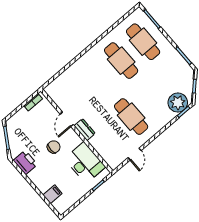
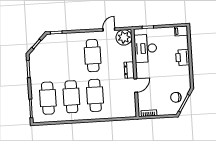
cafe table: (99, 79) -> (95, 95), added
plant: (178, 103) -> (124, 37), moved
chair: (54, 147) -> (176, 97), moved
printer: (25, 162) -> (183, 57), moved
filing cabinet: (52, 194) -> (181, 31), moved

